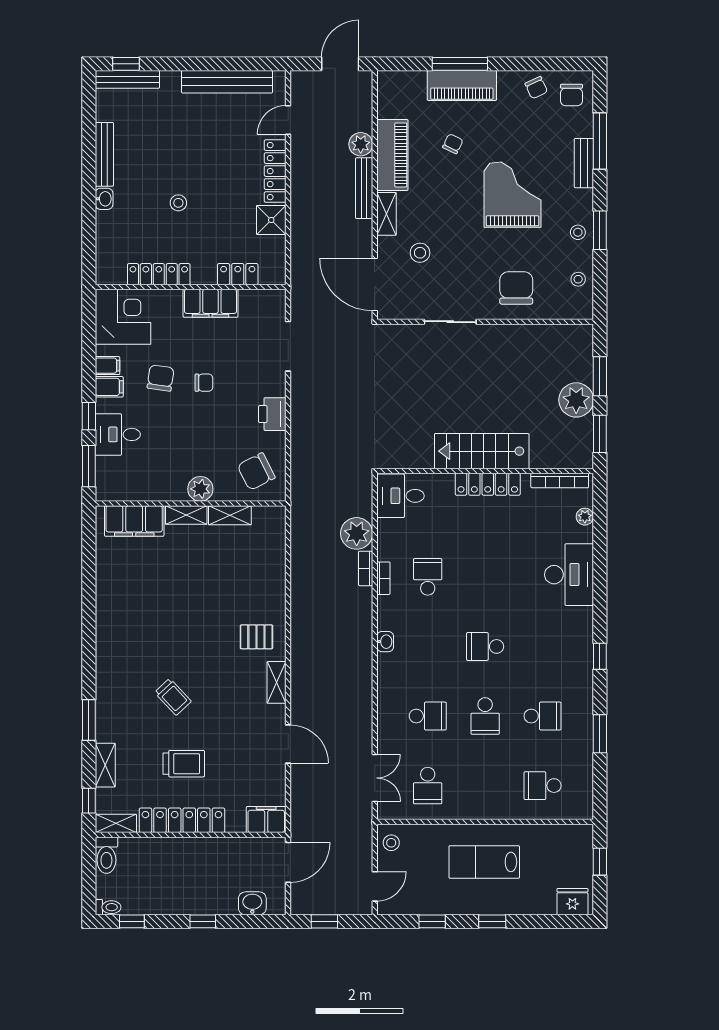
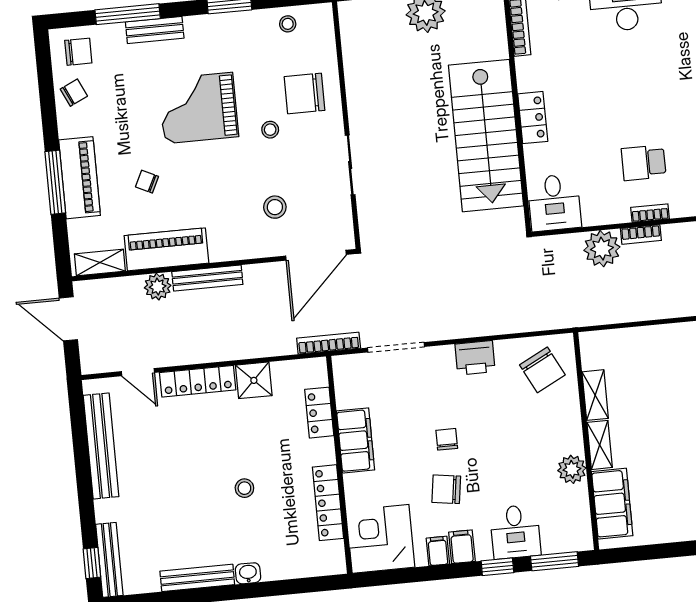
shelving: (387, 214) -> (100, 262), moved
stool: (578, 232) -> (270, 130), moved
bookcase: (297, 288) -> (329, 343), added
stairs: (482, 451) -> (486, 136), width x1.36, depth x1.51
locker: (488, 484) -> (533, 118), width x0.66
plant: (200, 489) -> (572, 469), moved

